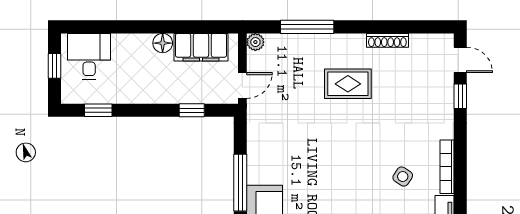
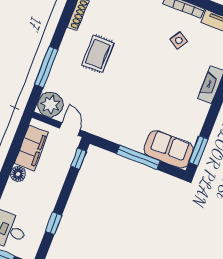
plant: (255, 42) -> (50, 105), width x1.88, depth x1.88
window: (98, 110) -> (54, 223), moved
window: (192, 110) -> (79, 159), moved

